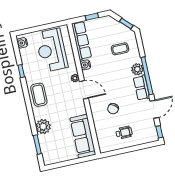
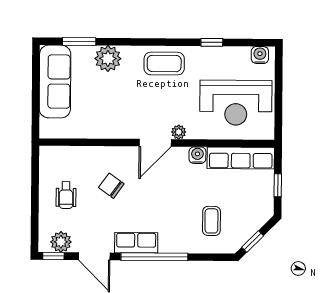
reception desk: (52, 50) -> (236, 103), turned 180
plant: (137, 69) -> (61, 242), moved
sofa: (83, 136) -> (55, 82), moved, turned 90

